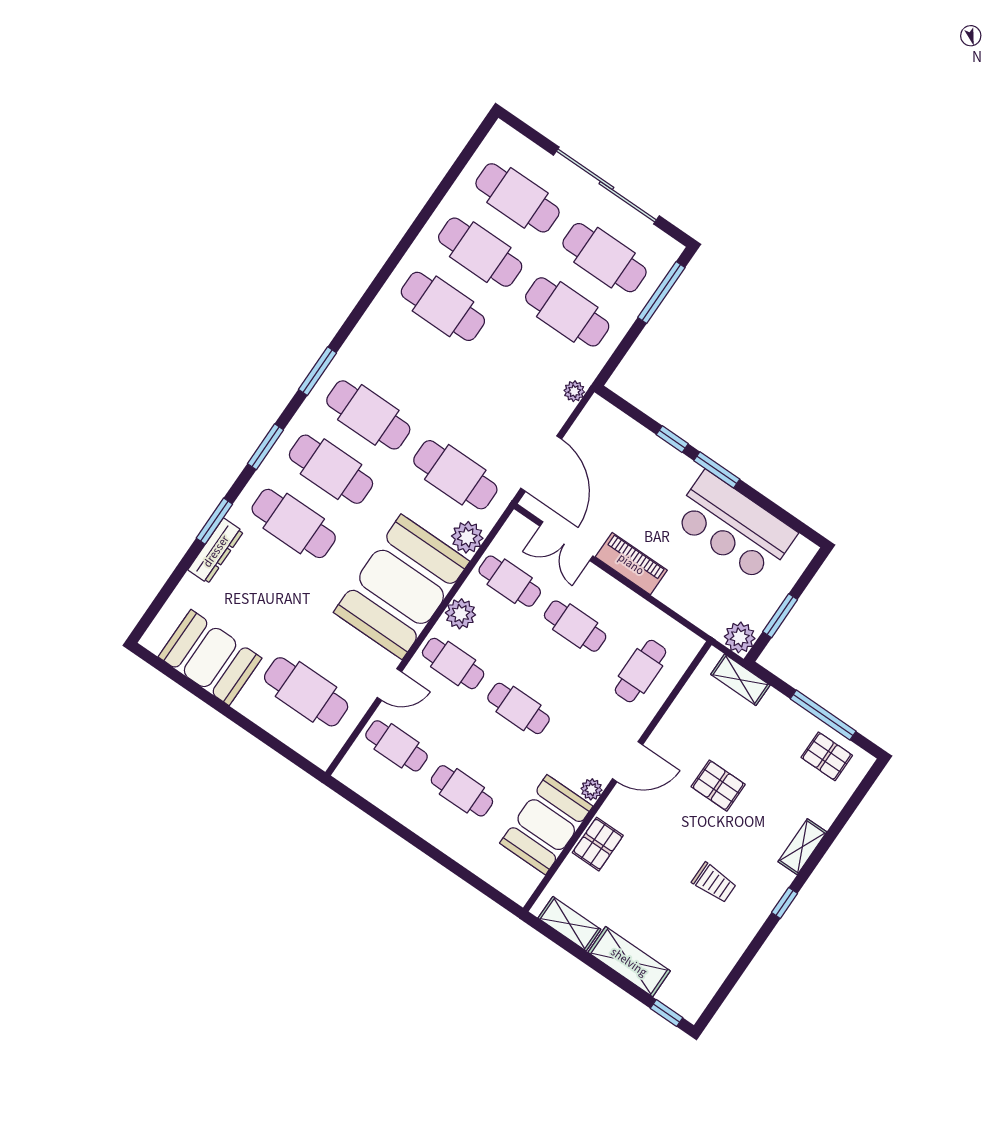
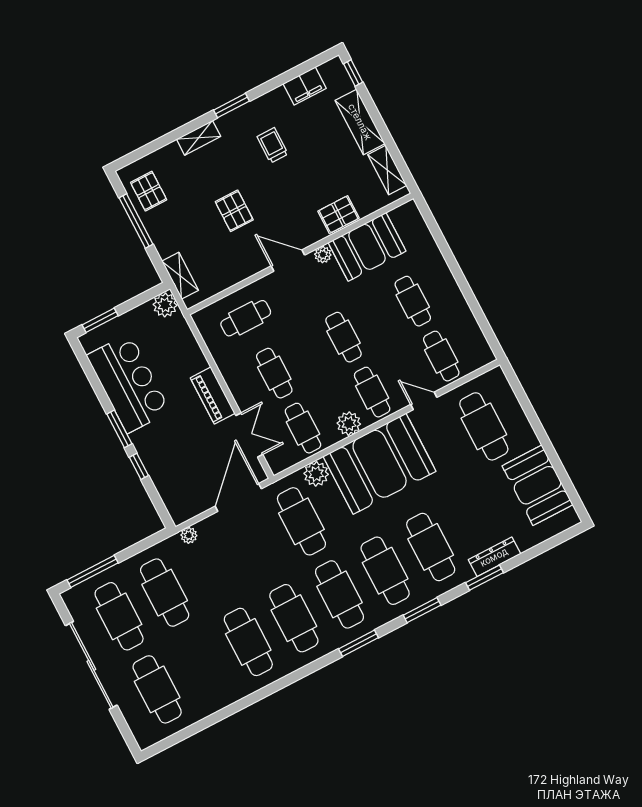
cafe table: (480, 252) -> (294, 618), moved
window: (780, 616) -> (100, 320), moved
window: (785, 903) -> (231, 106), width x1.50
filing cabinet: (714, 969) -> (305, 86), added

